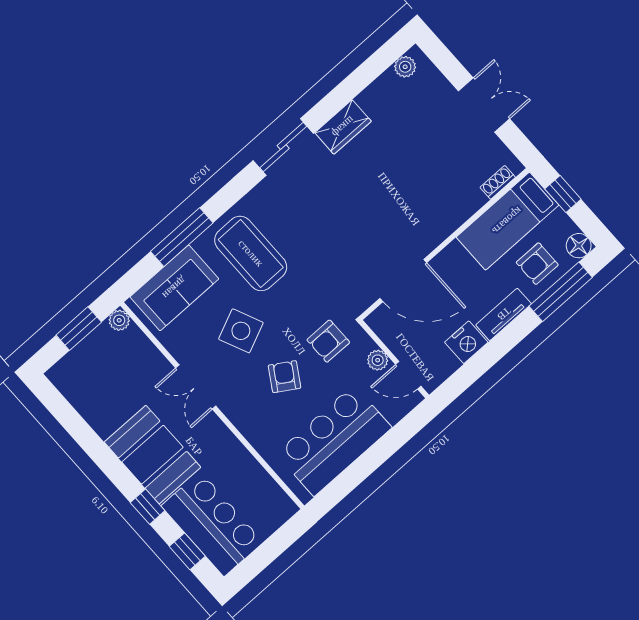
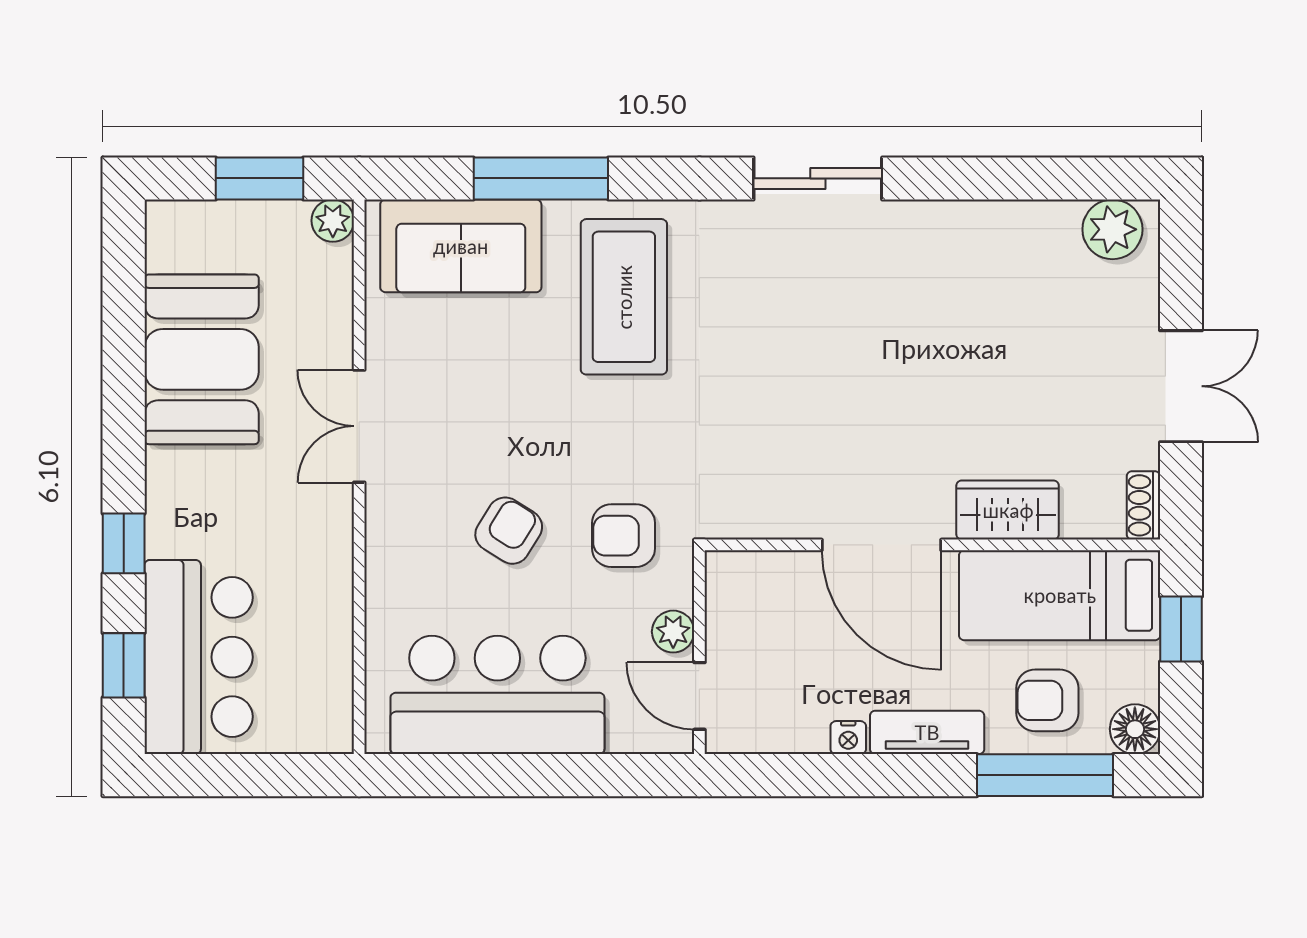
plant: (405, 67) -> (1112, 229), width x1.38, depth x1.38
wardrobe: (343, 127) -> (1008, 510), moved, turned 180
shoe rack: (498, 182) -> (1143, 505), moved, turned -90
door: (403, 281) -> (881, 545), moved
side table: (241, 331) -> (504, 402), removed
nightstand: (466, 342) -> (848, 738), width x0.53, depth x0.56
booth: (152, 455) -> (202, 359), moved

